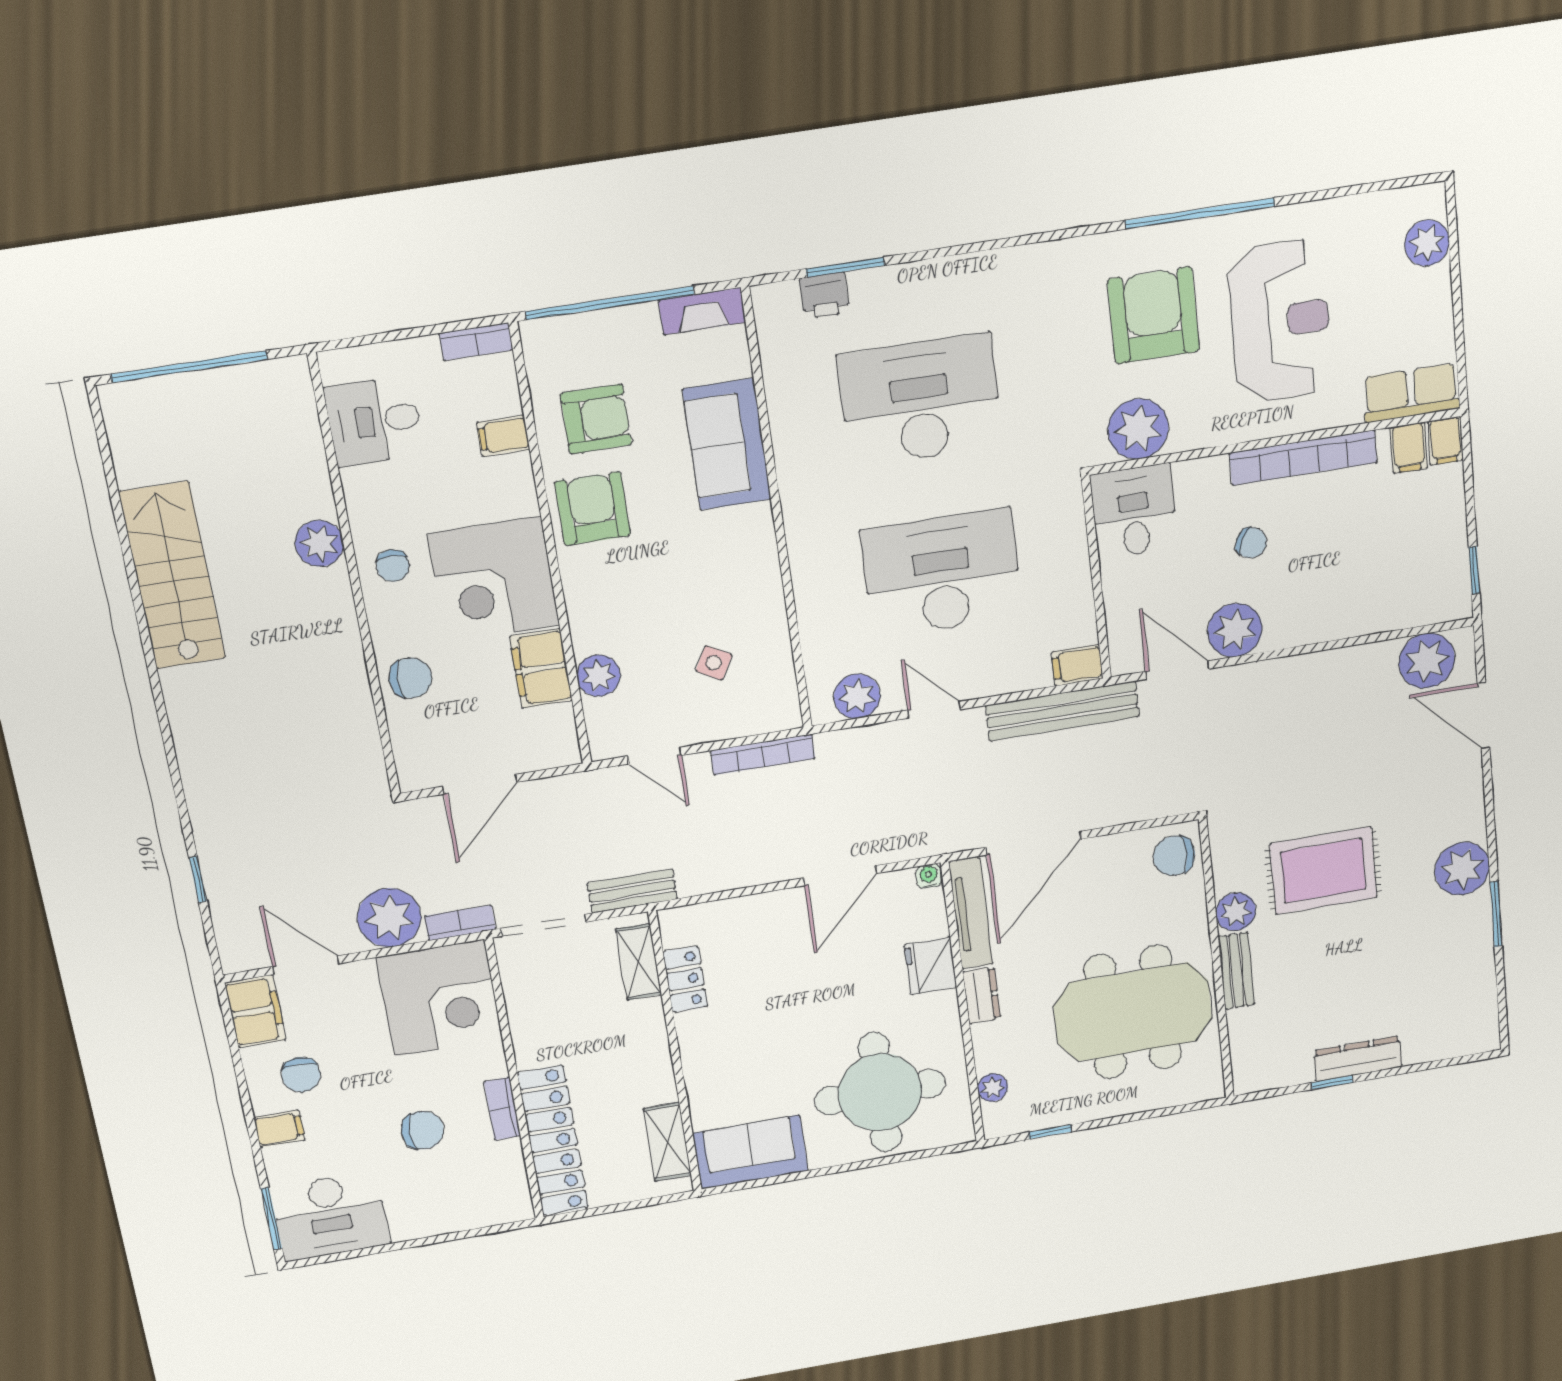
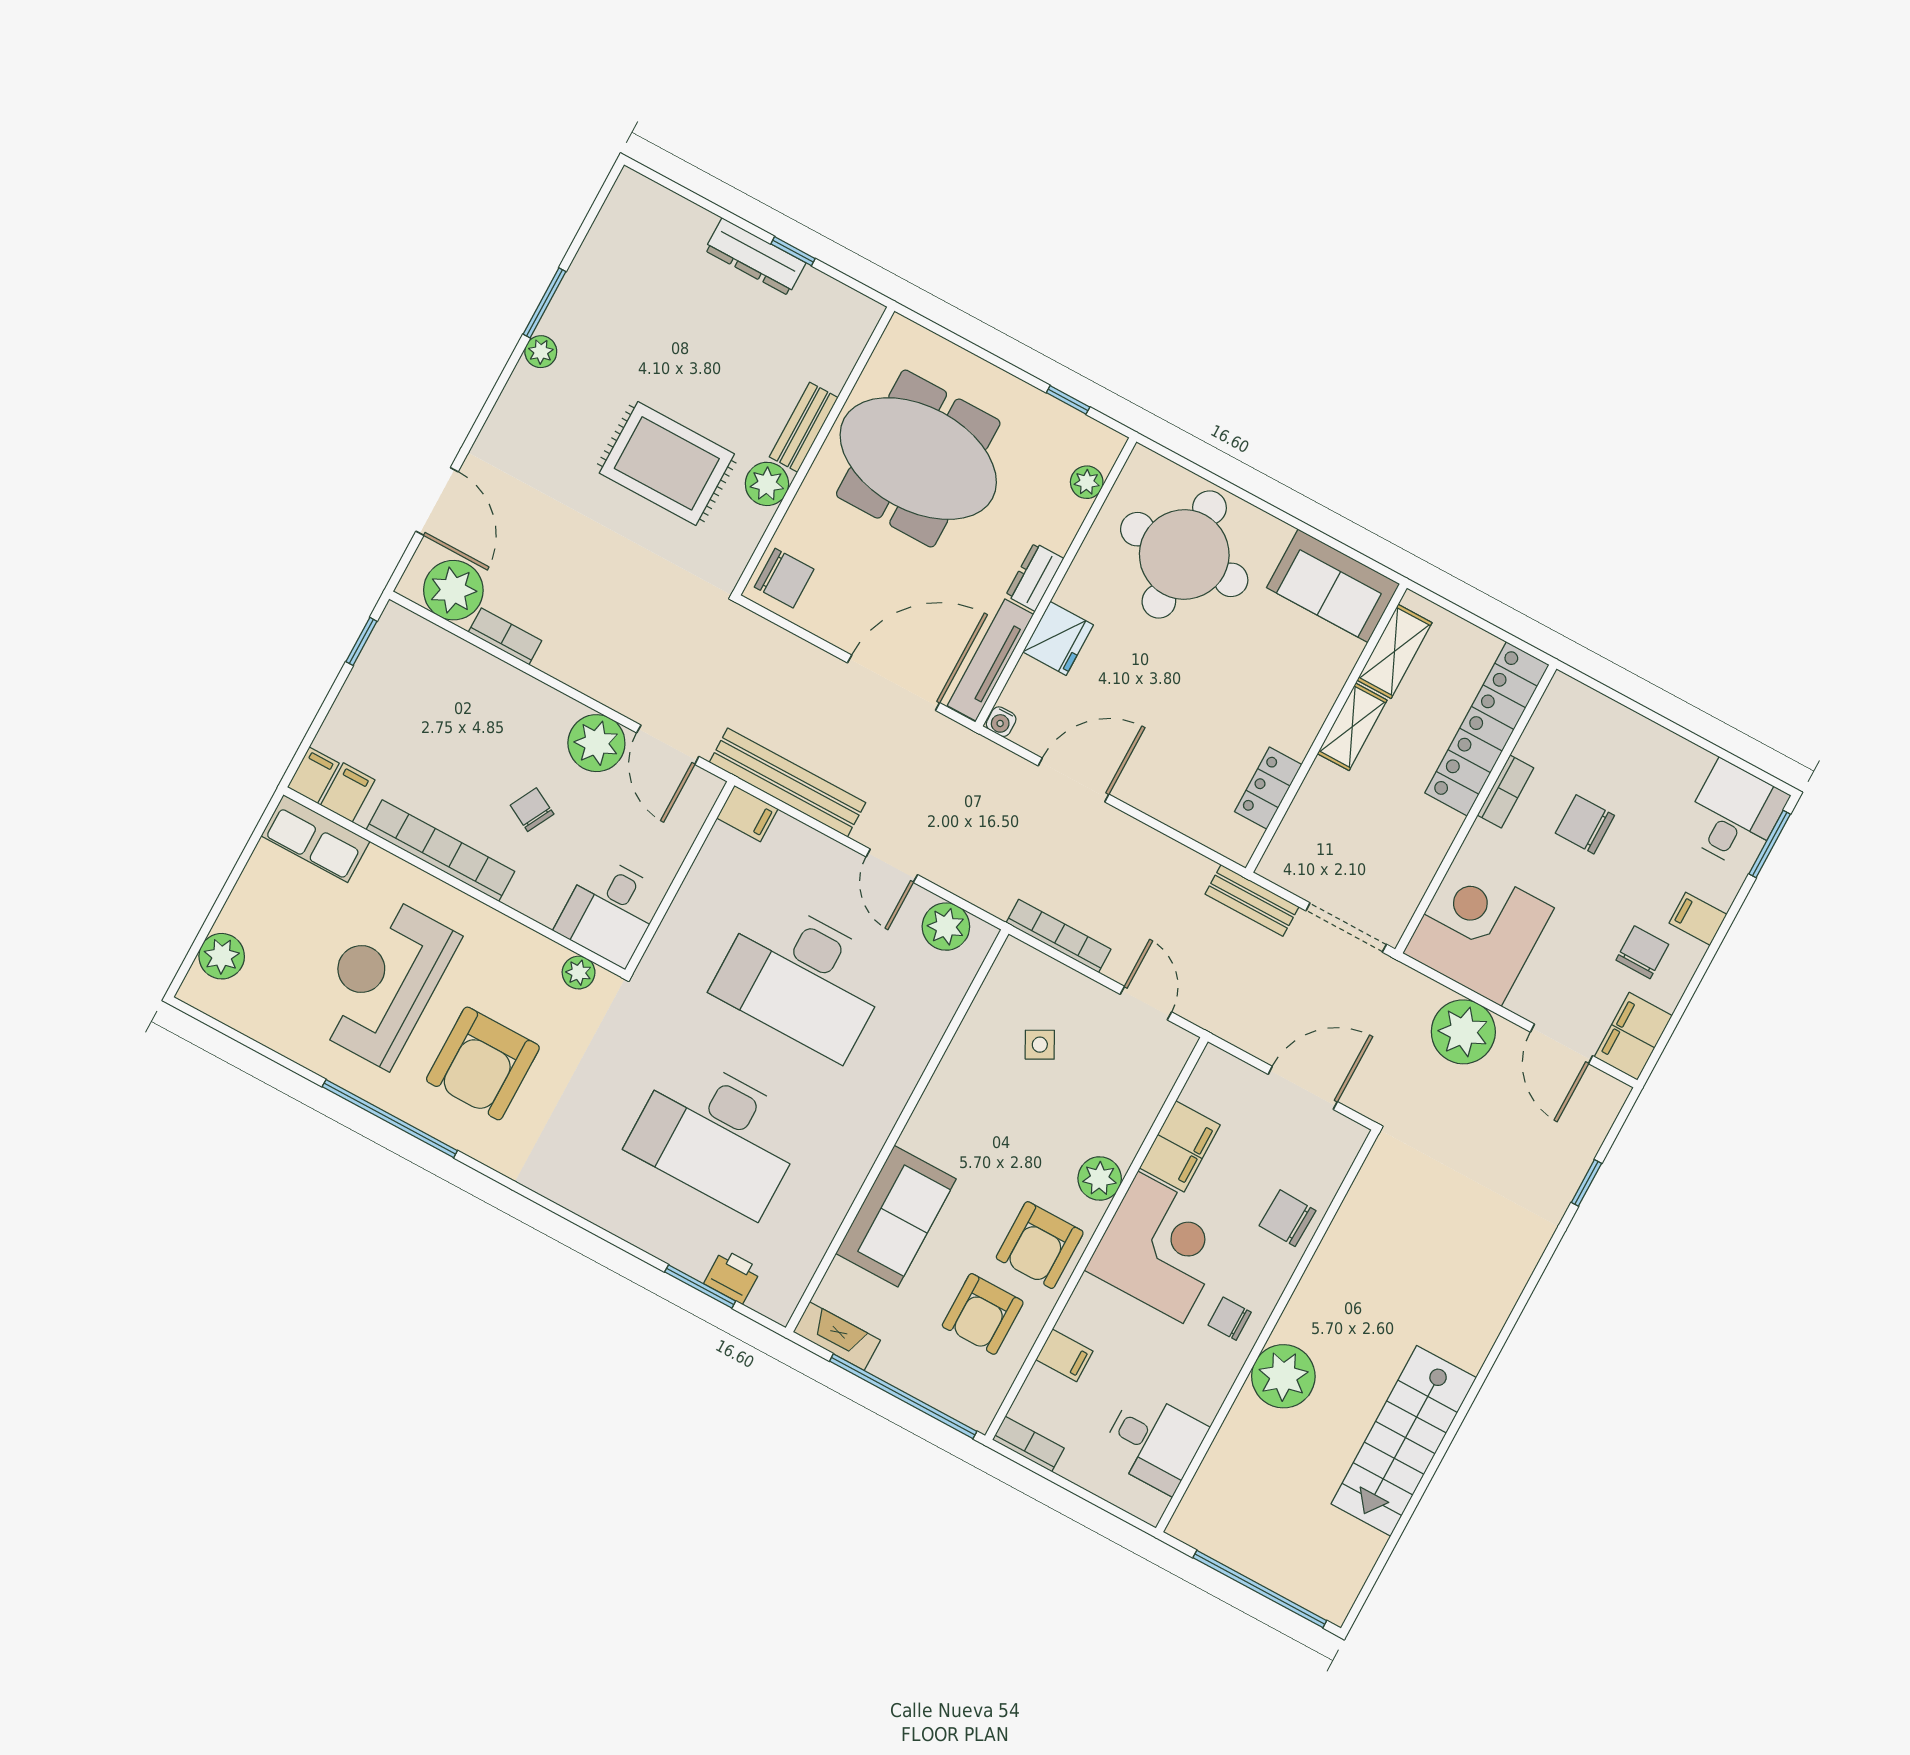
armchair: (596, 419) -> (983, 1314), turned -90
plant: (1138, 429) -> (579, 973), width x0.53, depth x0.53
plant: (319, 543) -> (1283, 1376), width x1.36, depth x1.36
chair: (393, 566) -> (1230, 1319), turned -90
side table: (714, 663) -> (1040, 1045), turned 33
plant: (598, 676) -> (1100, 1179), moved
plant: (1462, 869) -> (541, 352), width x0.53, depth x0.53
bookcase: (460, 923) -> (505, 636), moved, turned 180
shelving: (639, 962) -> (1352, 727), moved
desk: (330, 1216) -> (1734, 815), width x0.73

